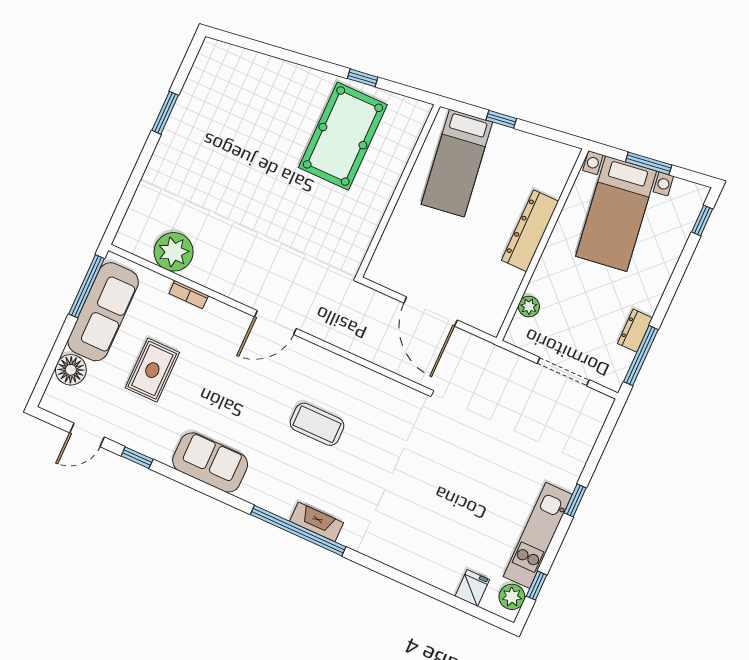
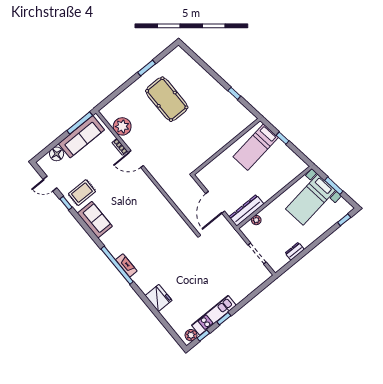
pool table: (343, 136) -> (167, 99), moved, turned 90
dresser: (530, 231) -> (246, 210), moved
door: (275, 323) -> (136, 159), moved
window: (641, 356) -> (292, 263), removed
rug: (152, 370) -> (82, 193), moved
coffee table: (317, 424) -> (146, 226), removed
window: (575, 500) -> (224, 319), moved
fridge: (472, 588) -> (158, 298), moved, width x1.88, depth x1.34

